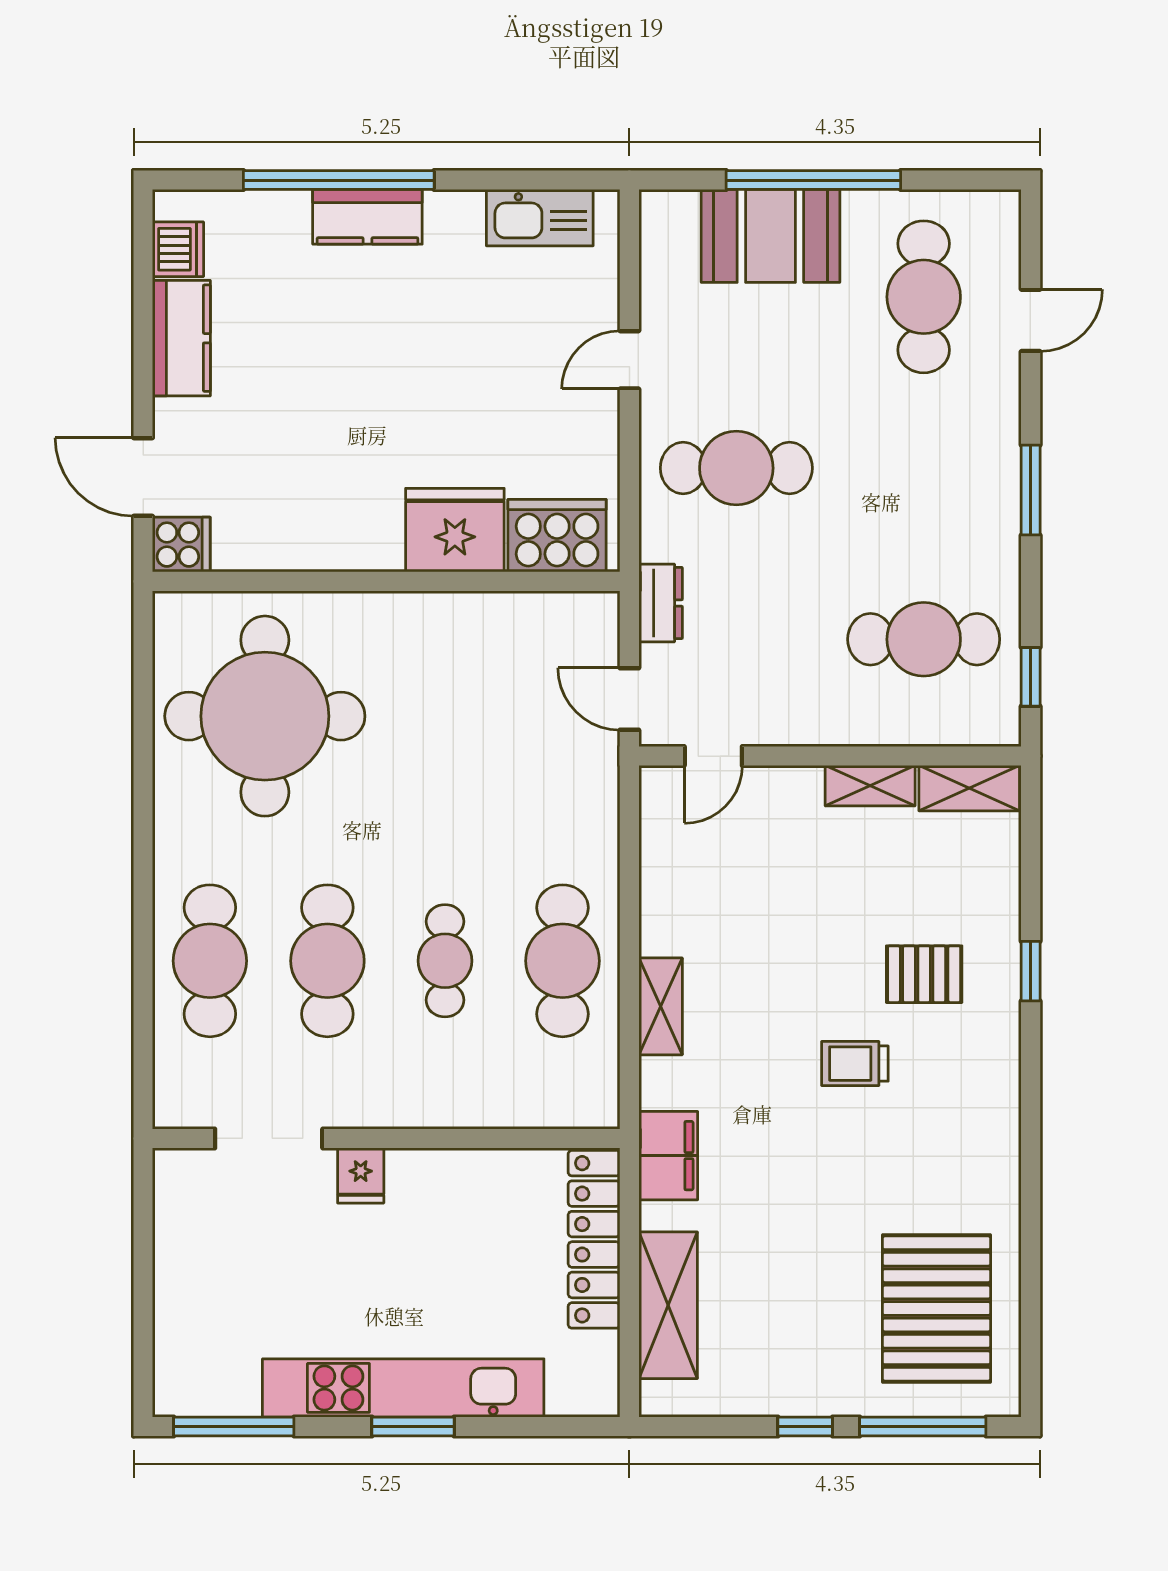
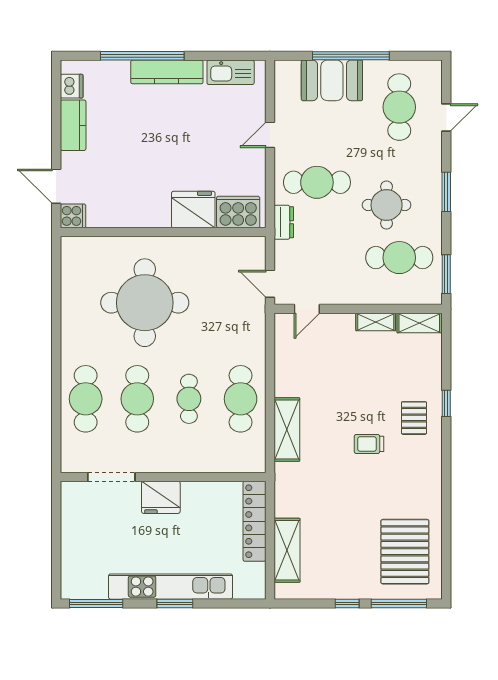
kitchen counter: (367, 217) -> (167, 72), width x1.50
round table: (895, 520) -> (387, 205), added
dresser: (661, 603) -> (284, 222), moved
window: (1031, 677) -> (446, 274), width x1.50
round table: (265, 716) -> (145, 303), moved
pallet: (924, 974) -> (414, 418), moved, turned 90
shelving: (661, 1006) -> (287, 430), width x1.50, depth x1.33
filing cabinet: (668, 1156) -> (287, 484), removed
fridge: (361, 1175) -> (161, 497), width x1.88, depth x1.34

